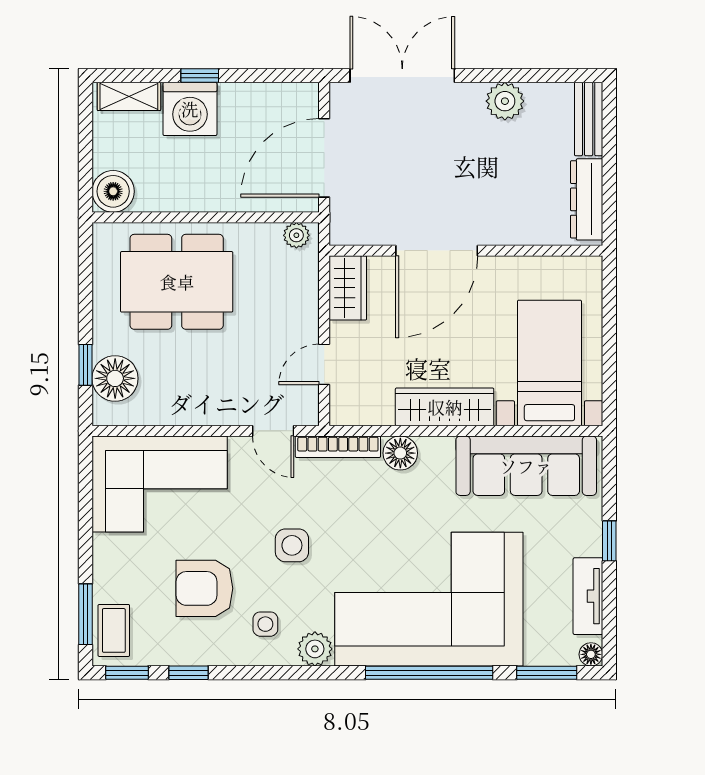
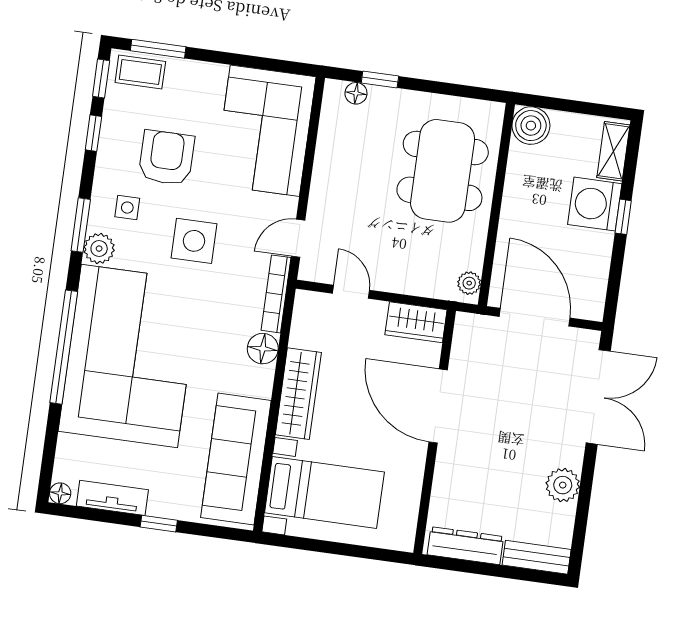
floor lamp: (115, 378) -> (356, 93), width x0.53, depth x0.53
side table: (292, 545) -> (194, 241), width x1.37, depth x1.37
window: (547, 673) -> (81, 225), moved

